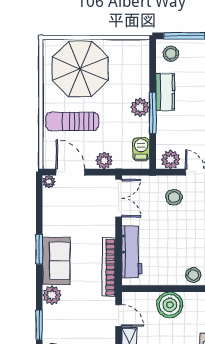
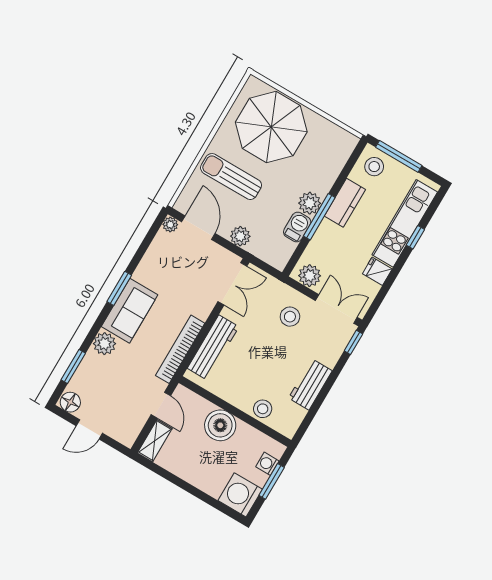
barbecue: (141, 149) -> (297, 227), moved

